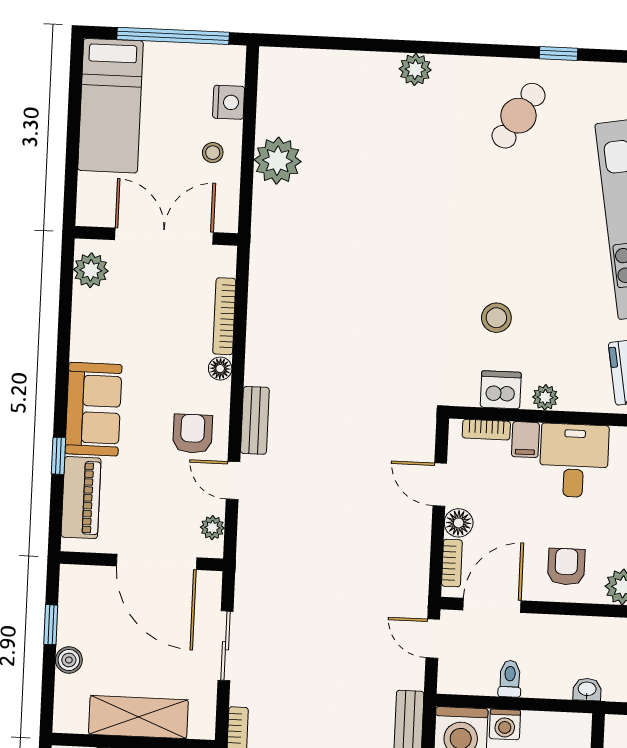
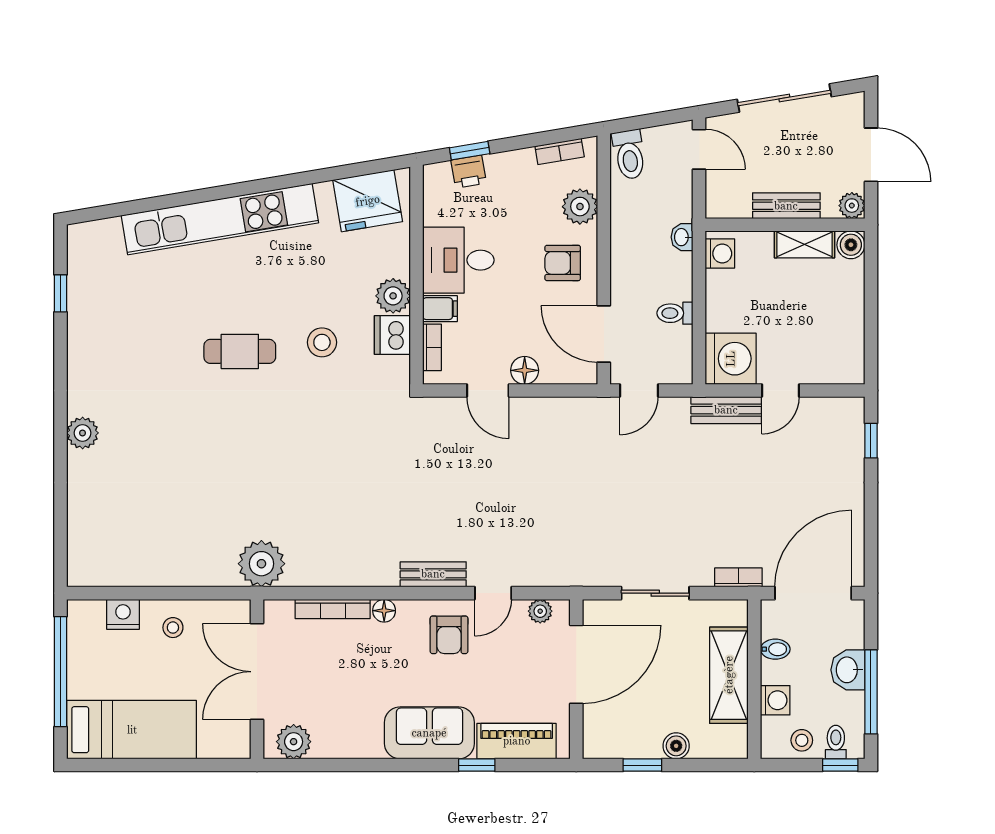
cafe table: (519, 116) -> (240, 351), moved, turned -32
plant: (278, 161) -> (261, 564), moved
plant: (545, 397) -> (393, 296), width x1.38, depth x1.38
armchair: (193, 434) -> (449, 635), turned -90
door: (440, 485) -> (488, 390), hinge flipped
bookcase: (452, 563) -> (564, 375), removed
washing machine: (505, 724) -> (720, 254), moved

